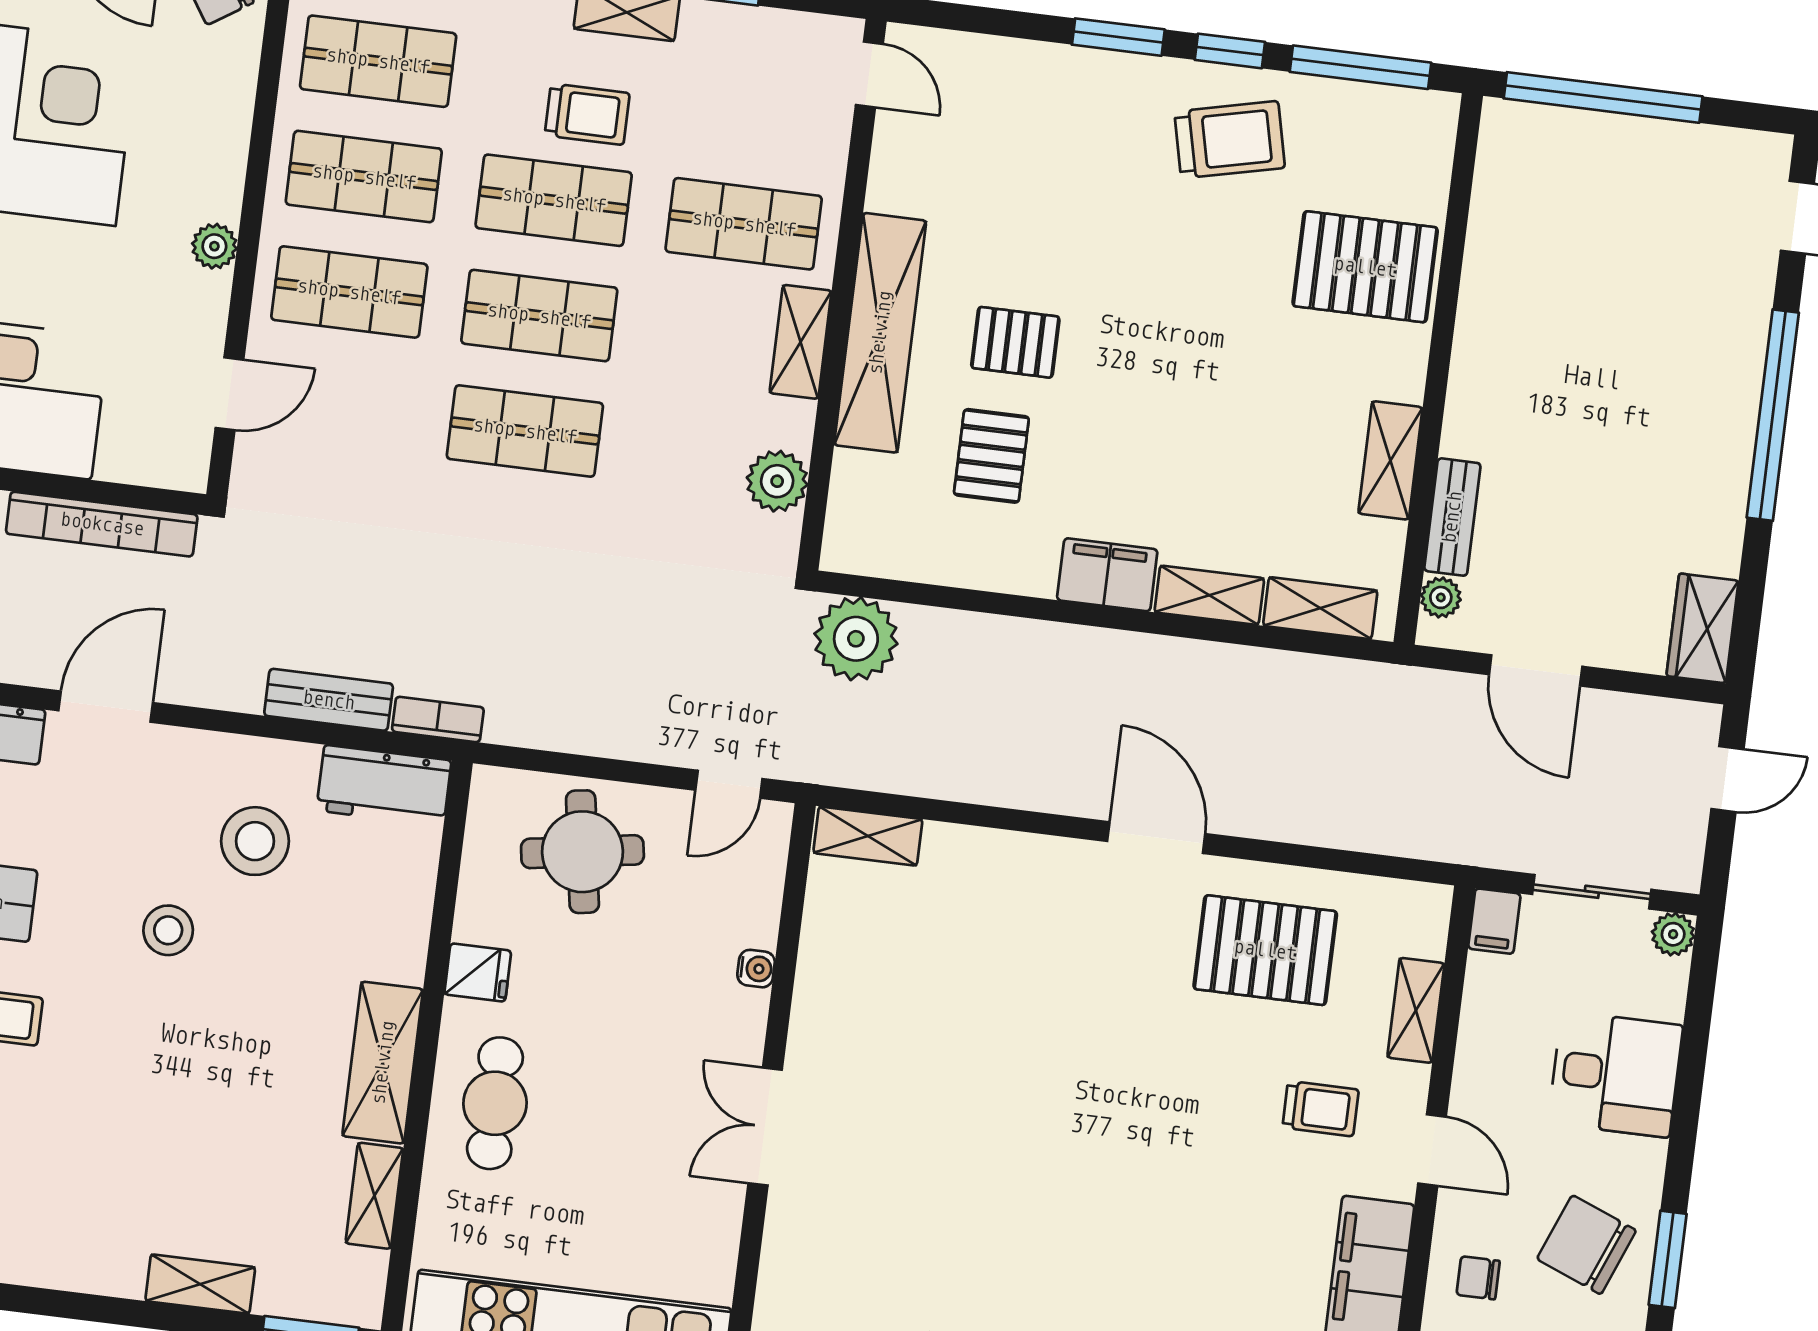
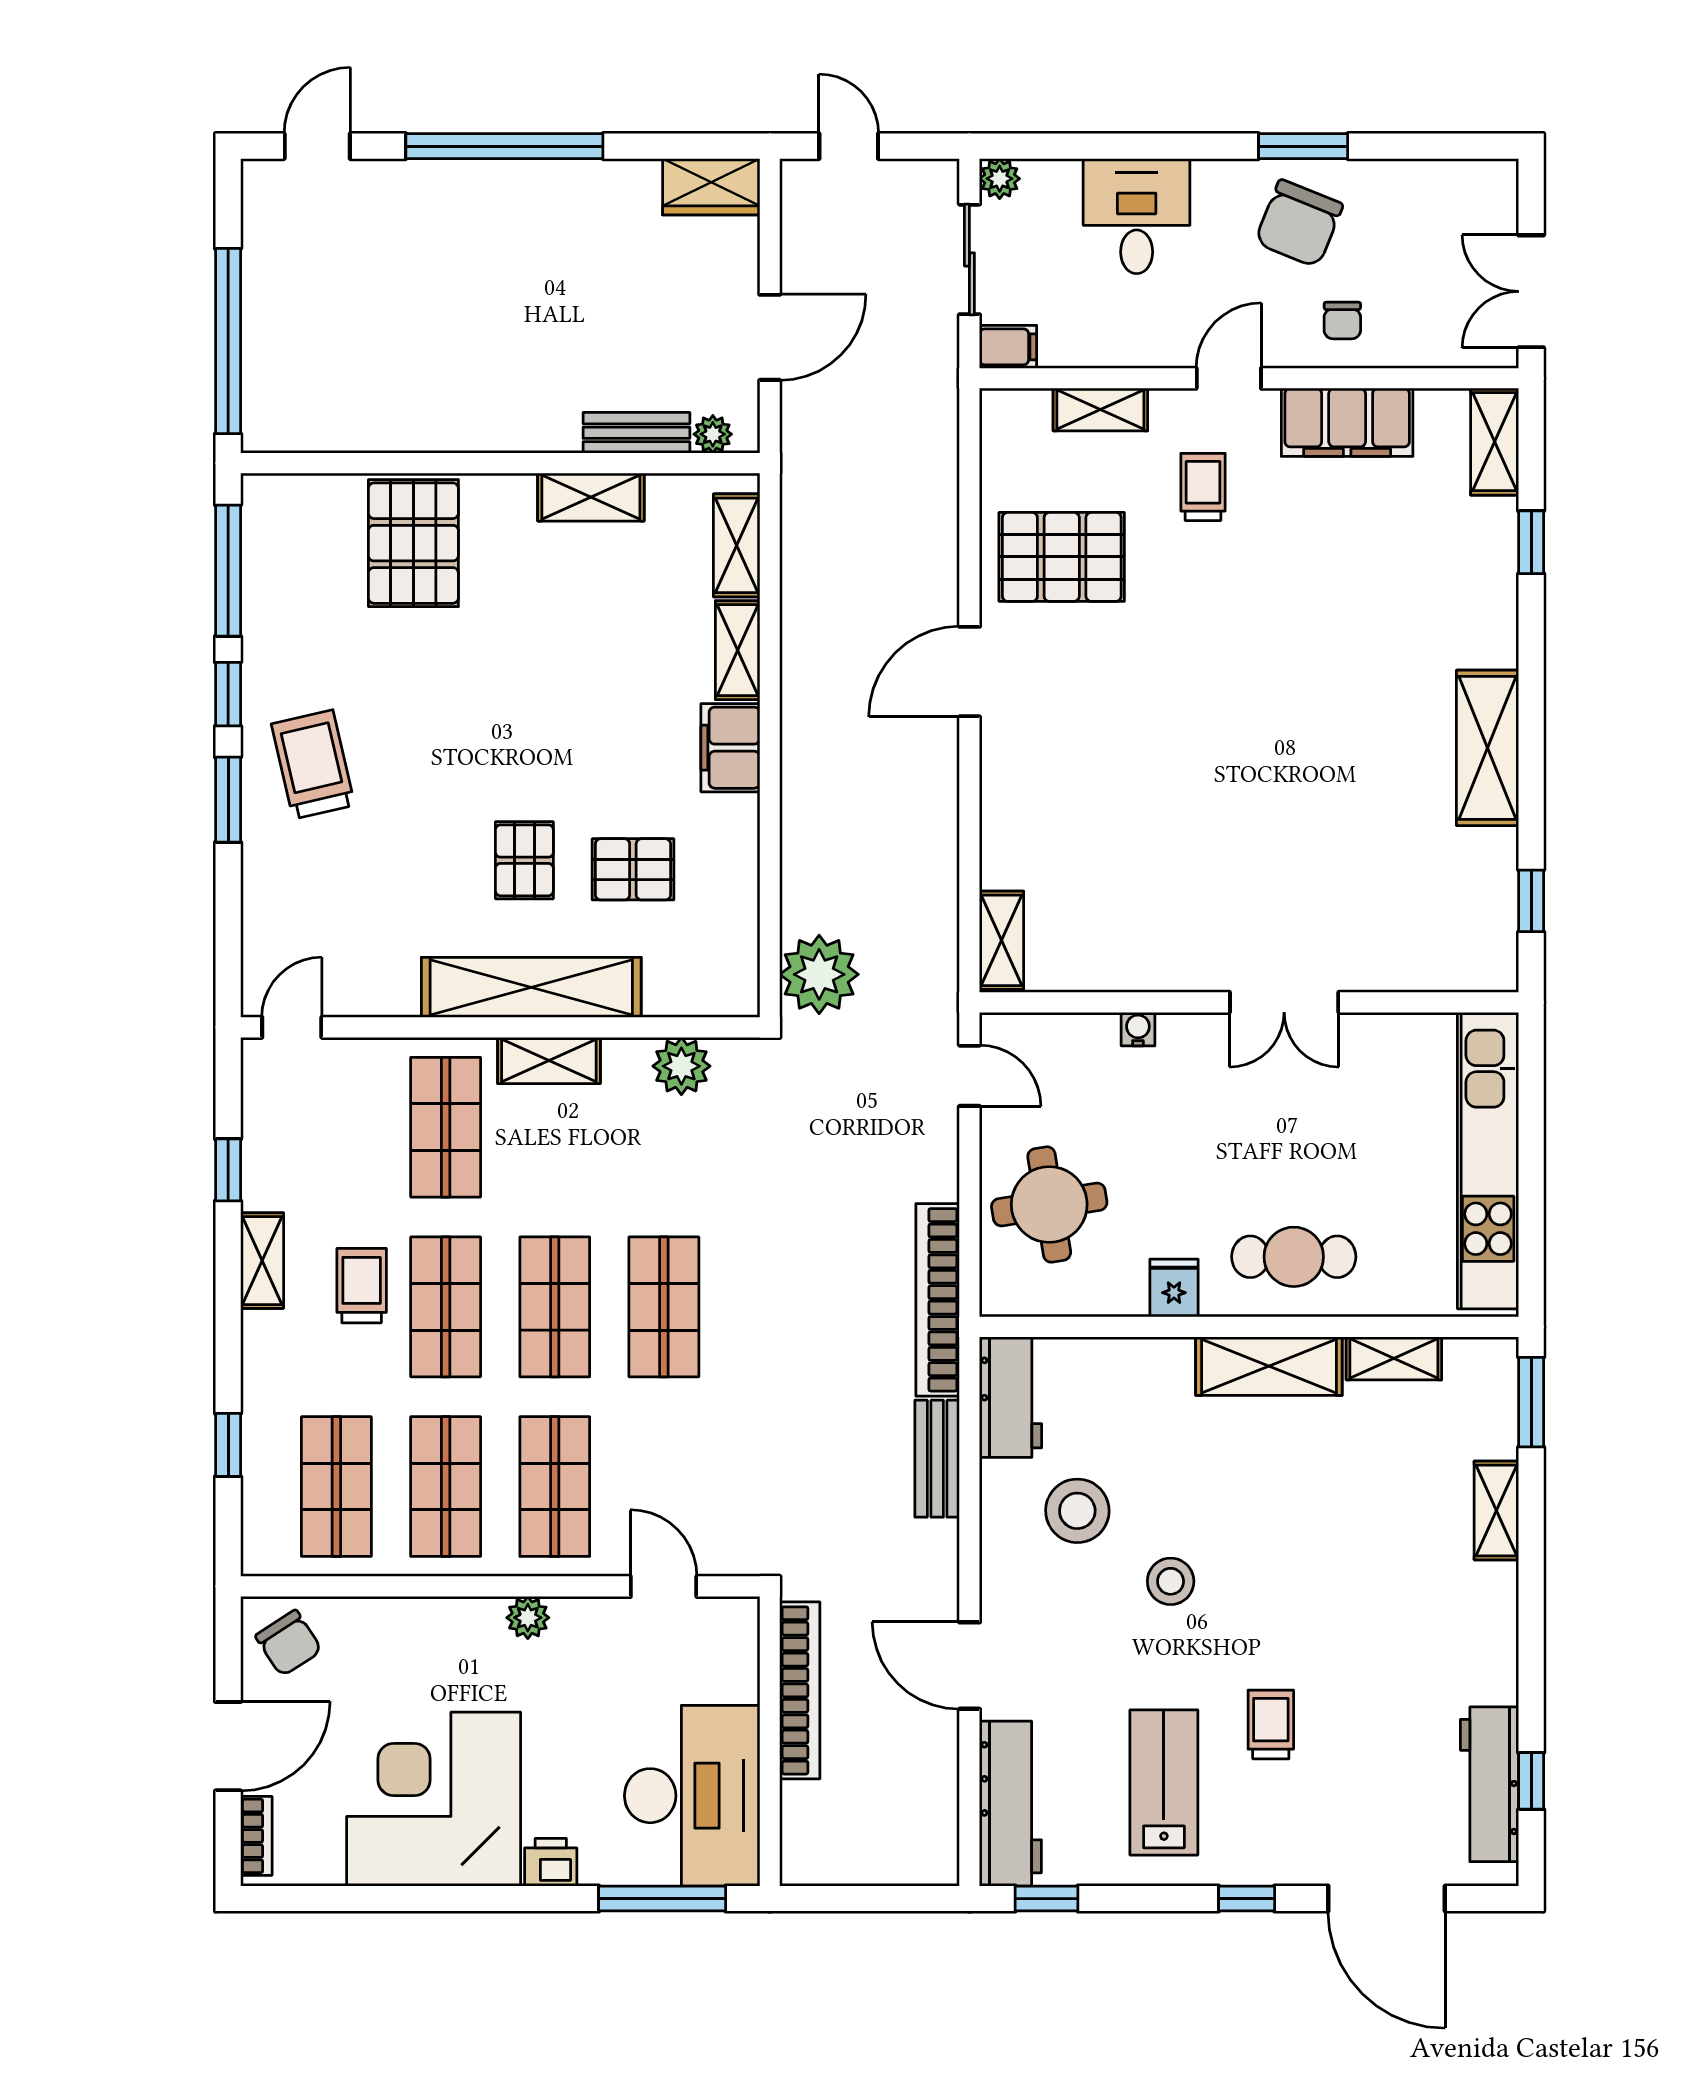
trolley: (1230, 140) -> (313, 764), moved
bookcase: (438, 719) -> (938, 1300), width x2.31, depth x1.31
pallet: (1265, 950) -> (1062, 557), turned 90

